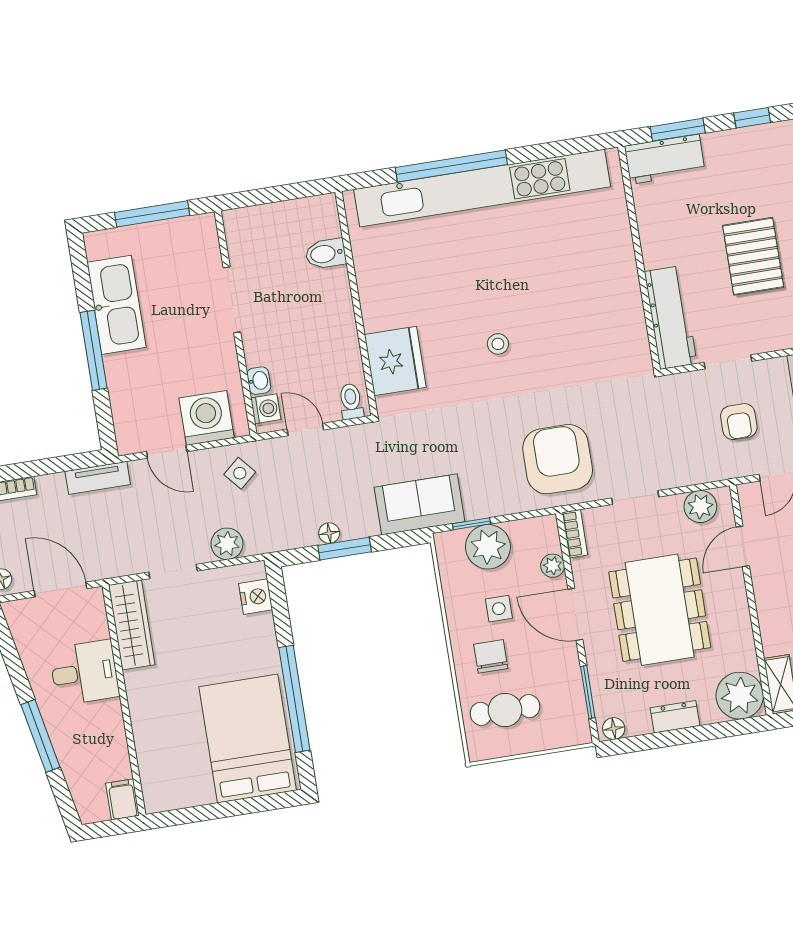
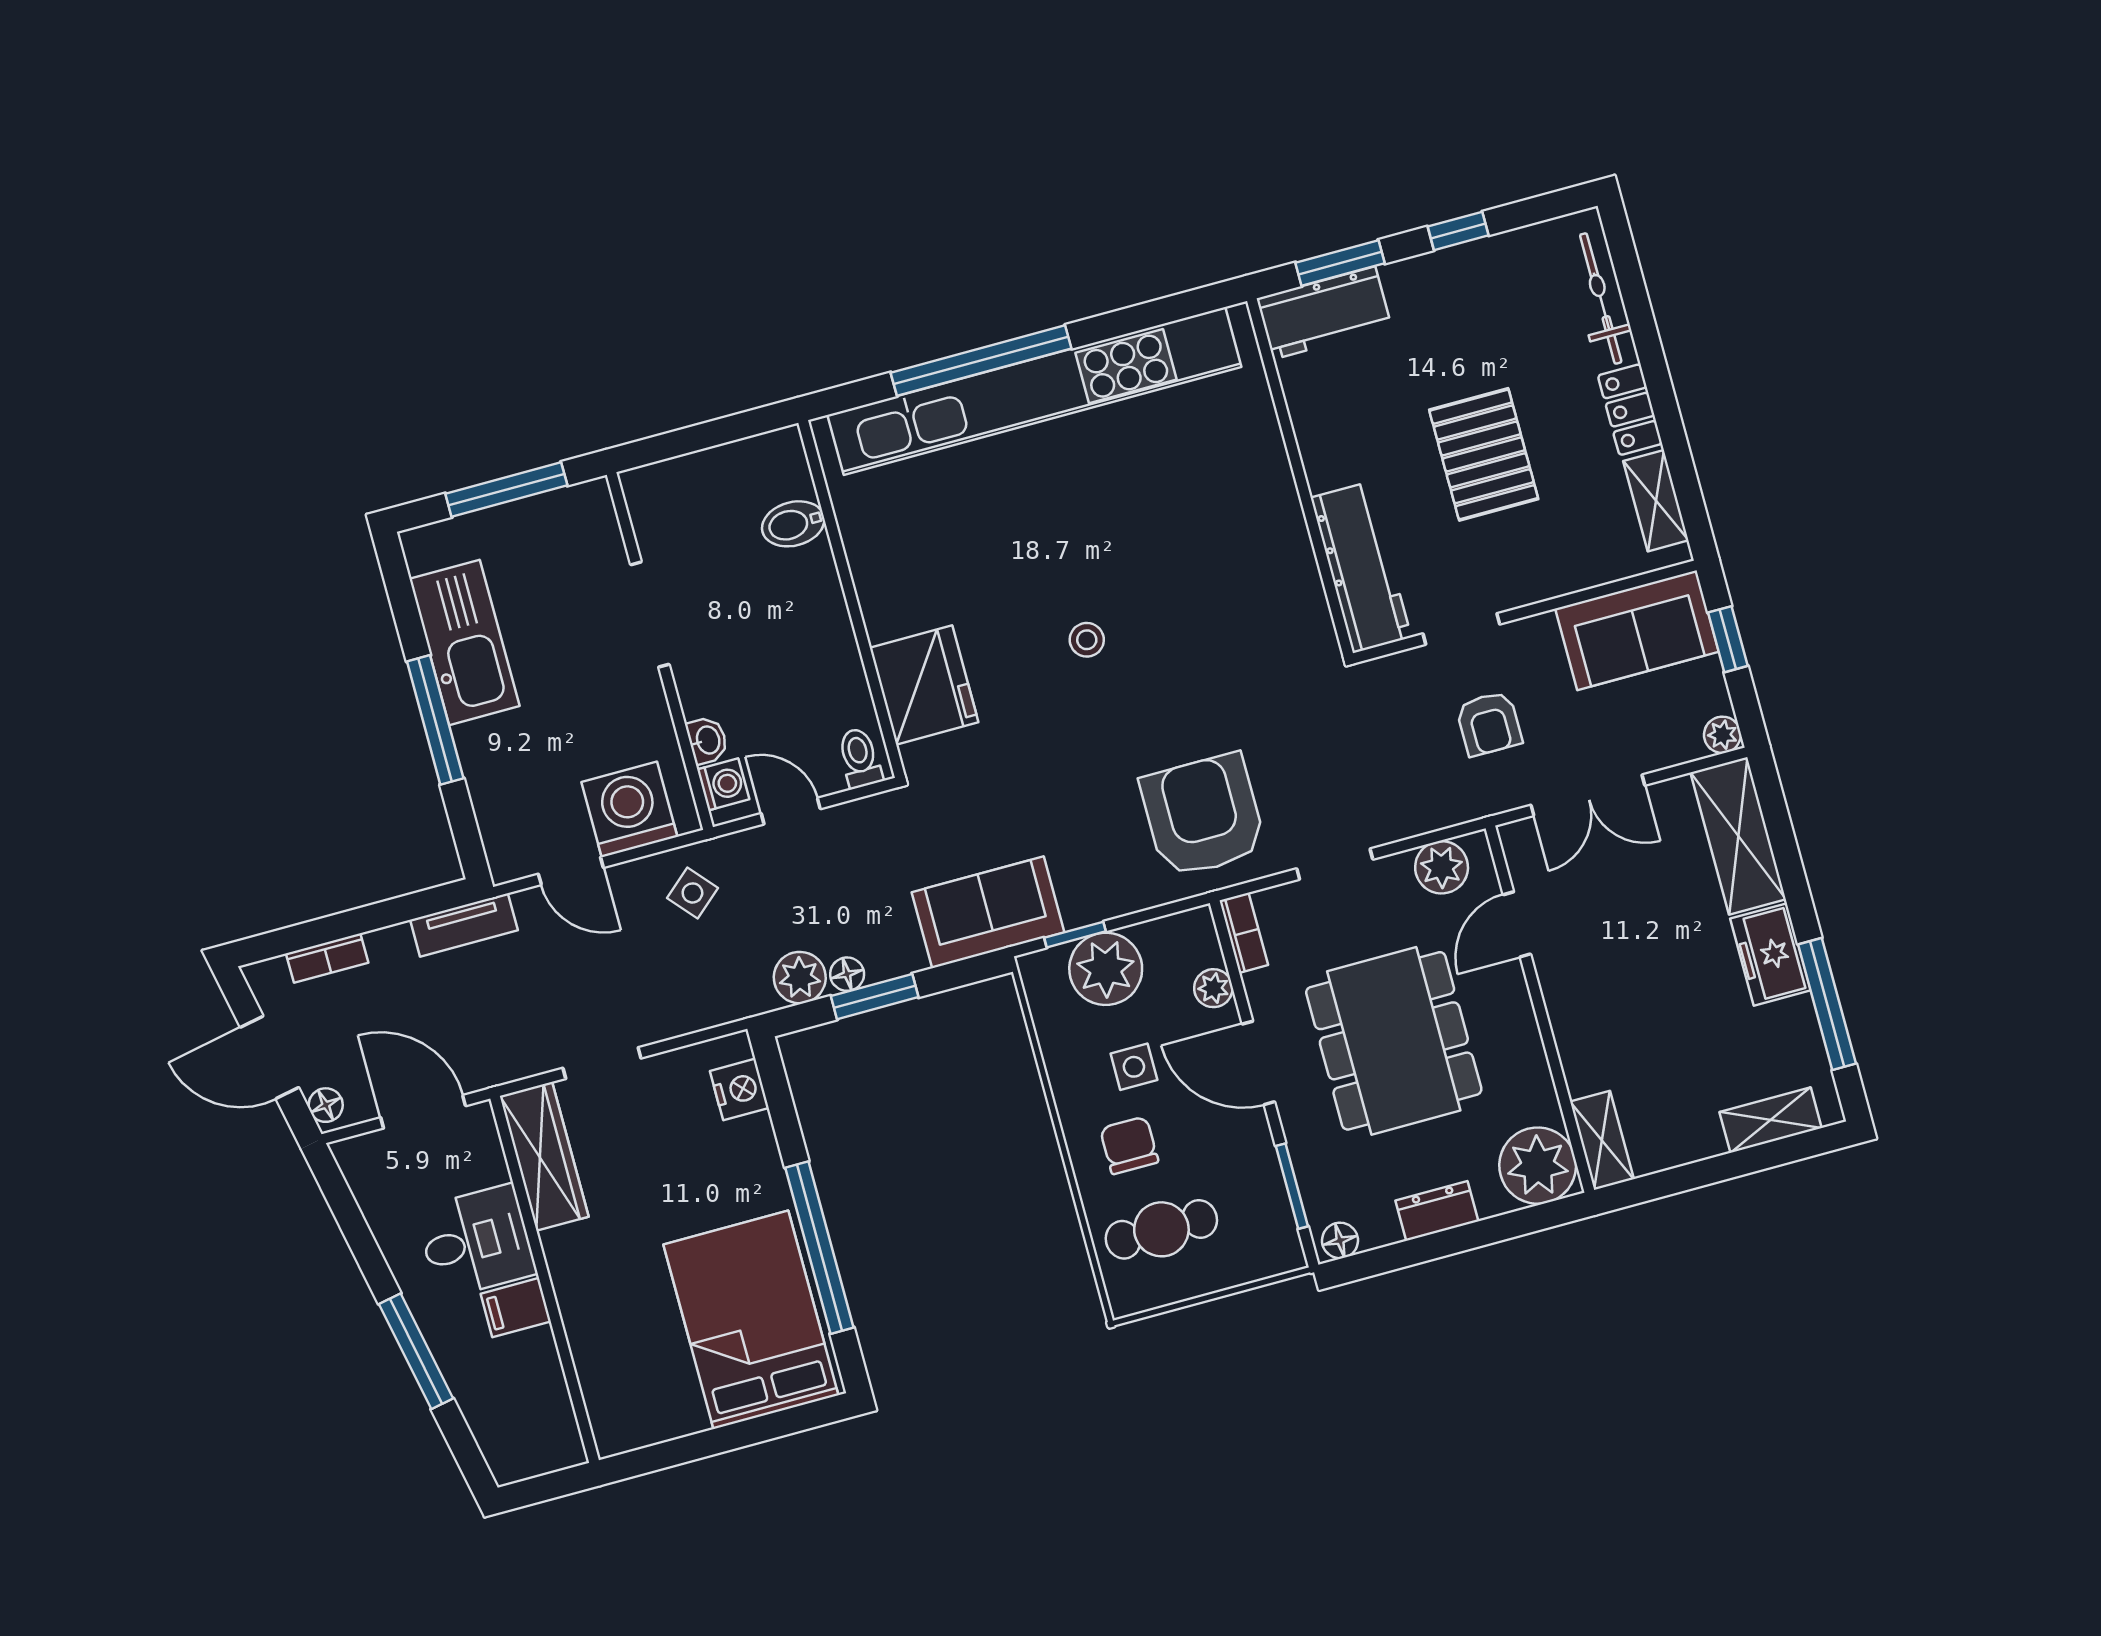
plant: (227, 544) -> (800, 978), moved
filing cabinet: (123, 799) -> (516, 1308), moved, turned -90

